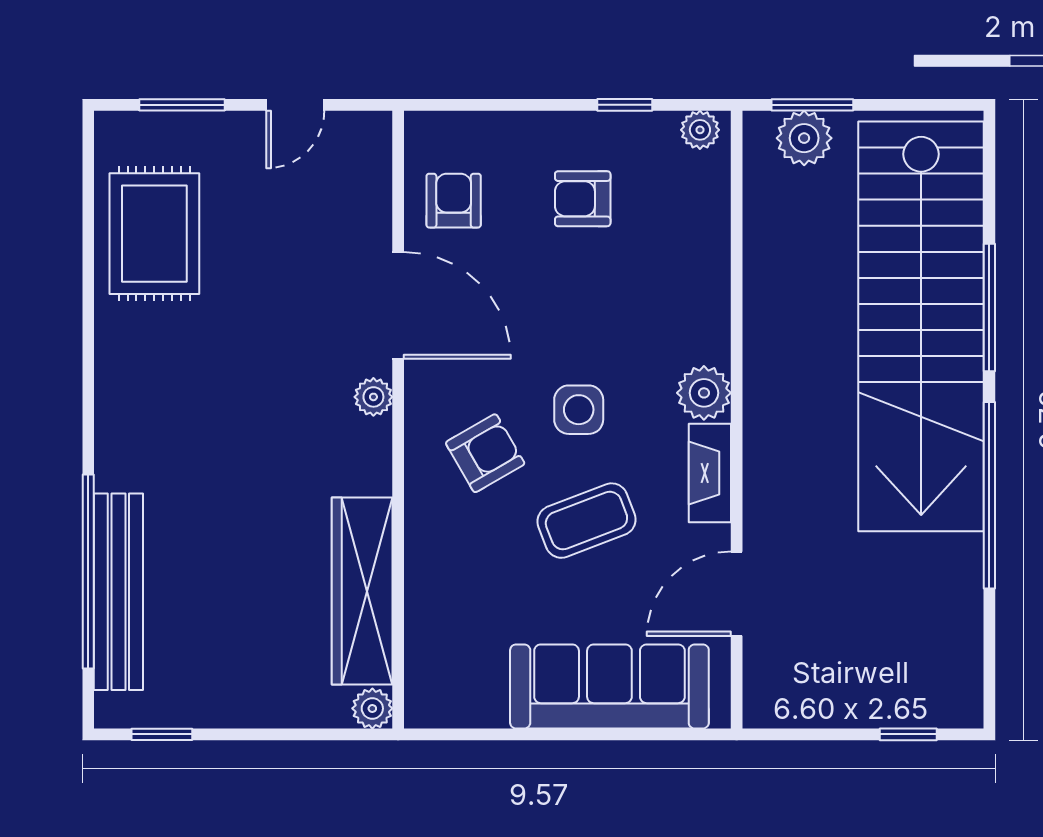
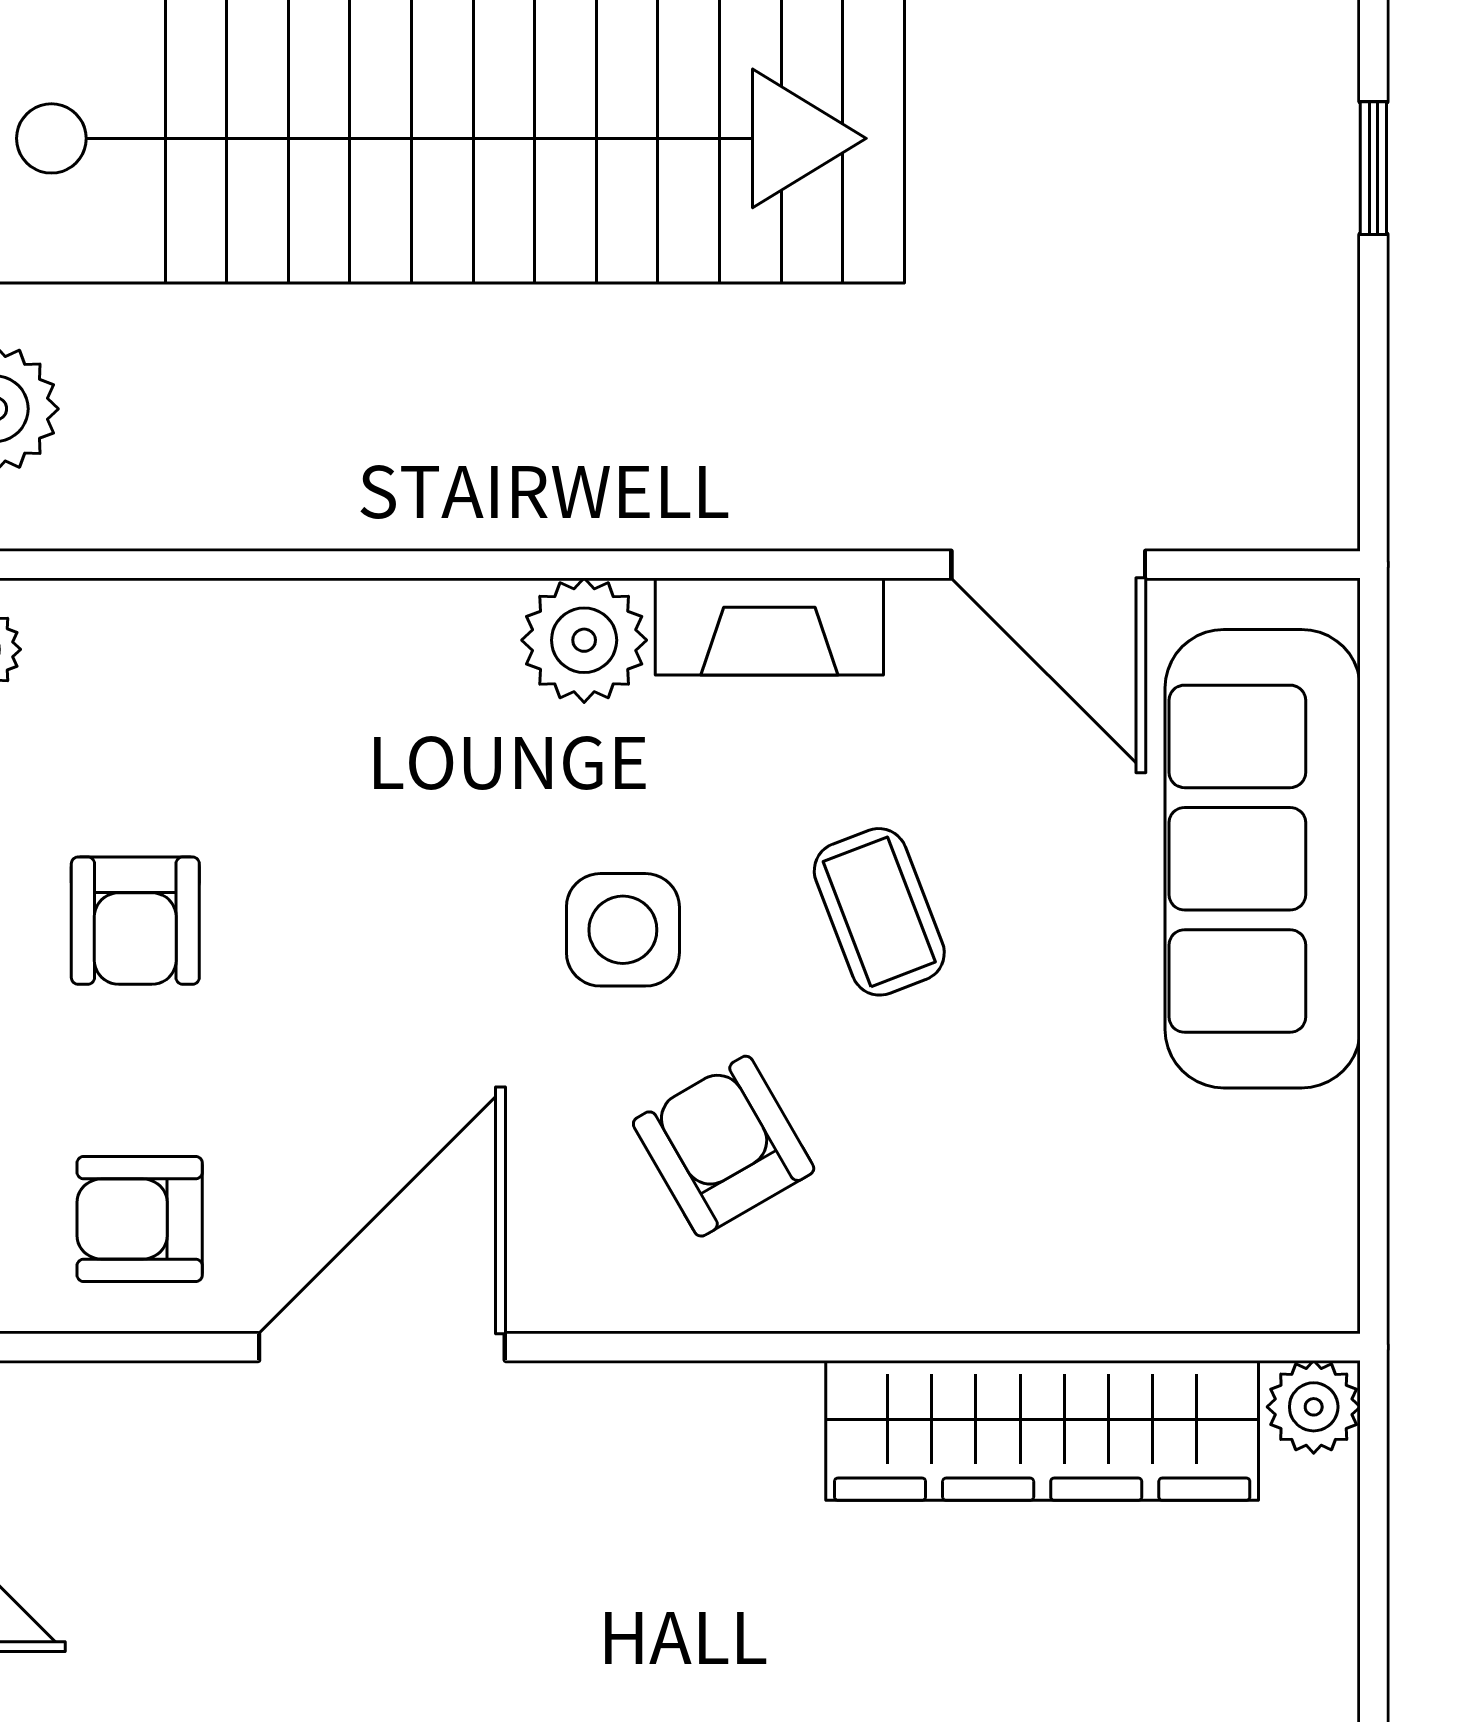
plant: (373, 397) -> (593, 1404), removed
coffee table: (586, 521) -> (879, 912), width x0.73, depth x0.77

